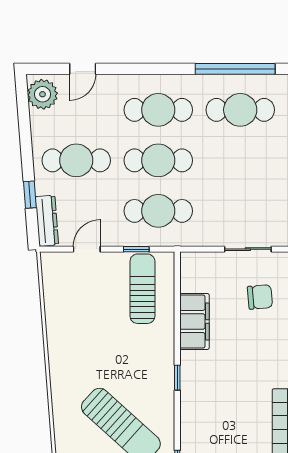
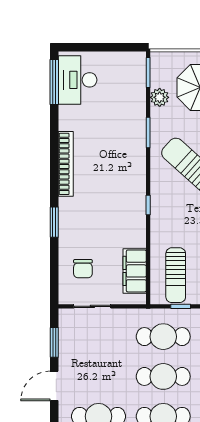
chair: (260, 297) -> (83, 269), turned -85
filing cabinet: (194, 321) -> (135, 271), moved

